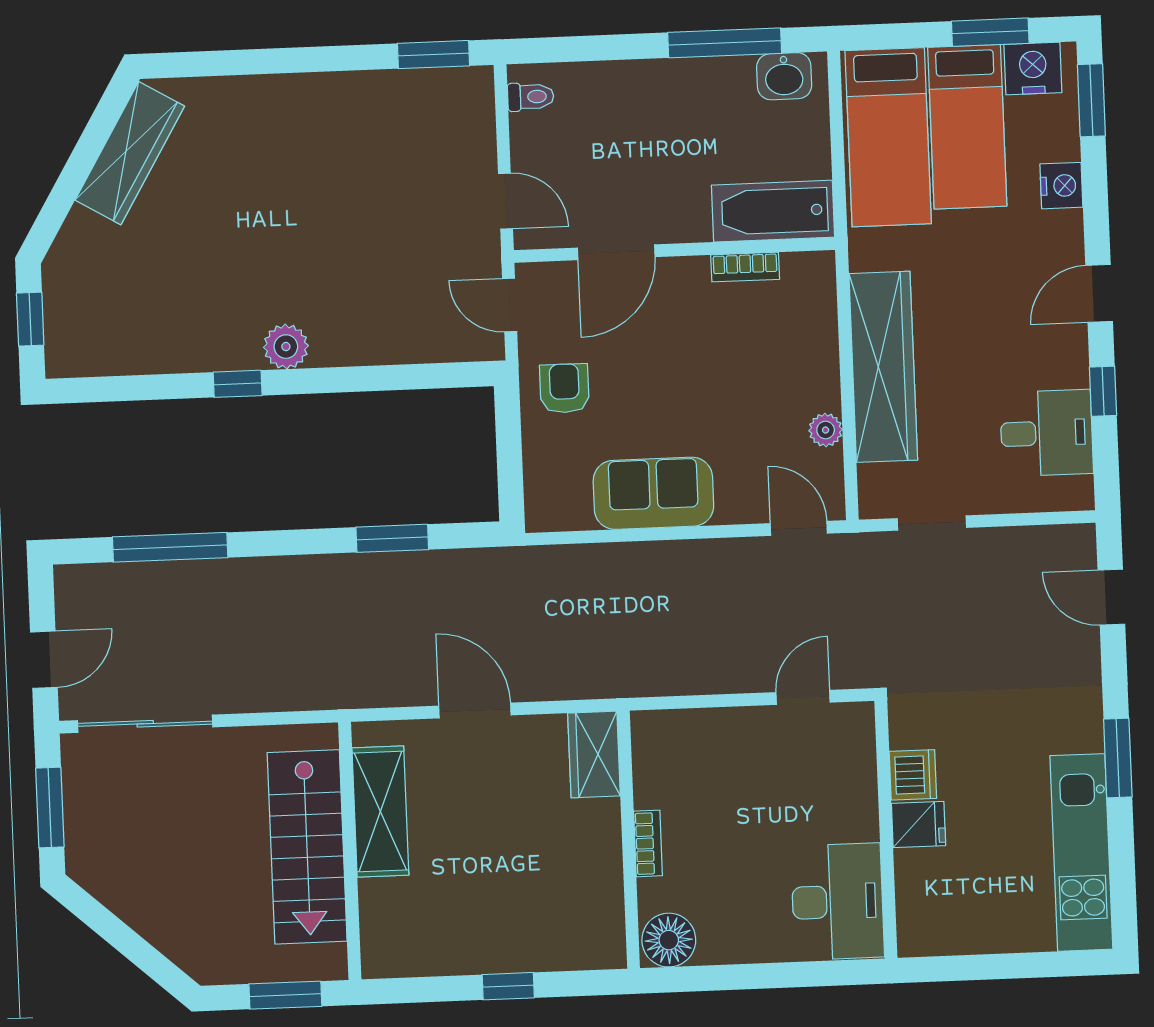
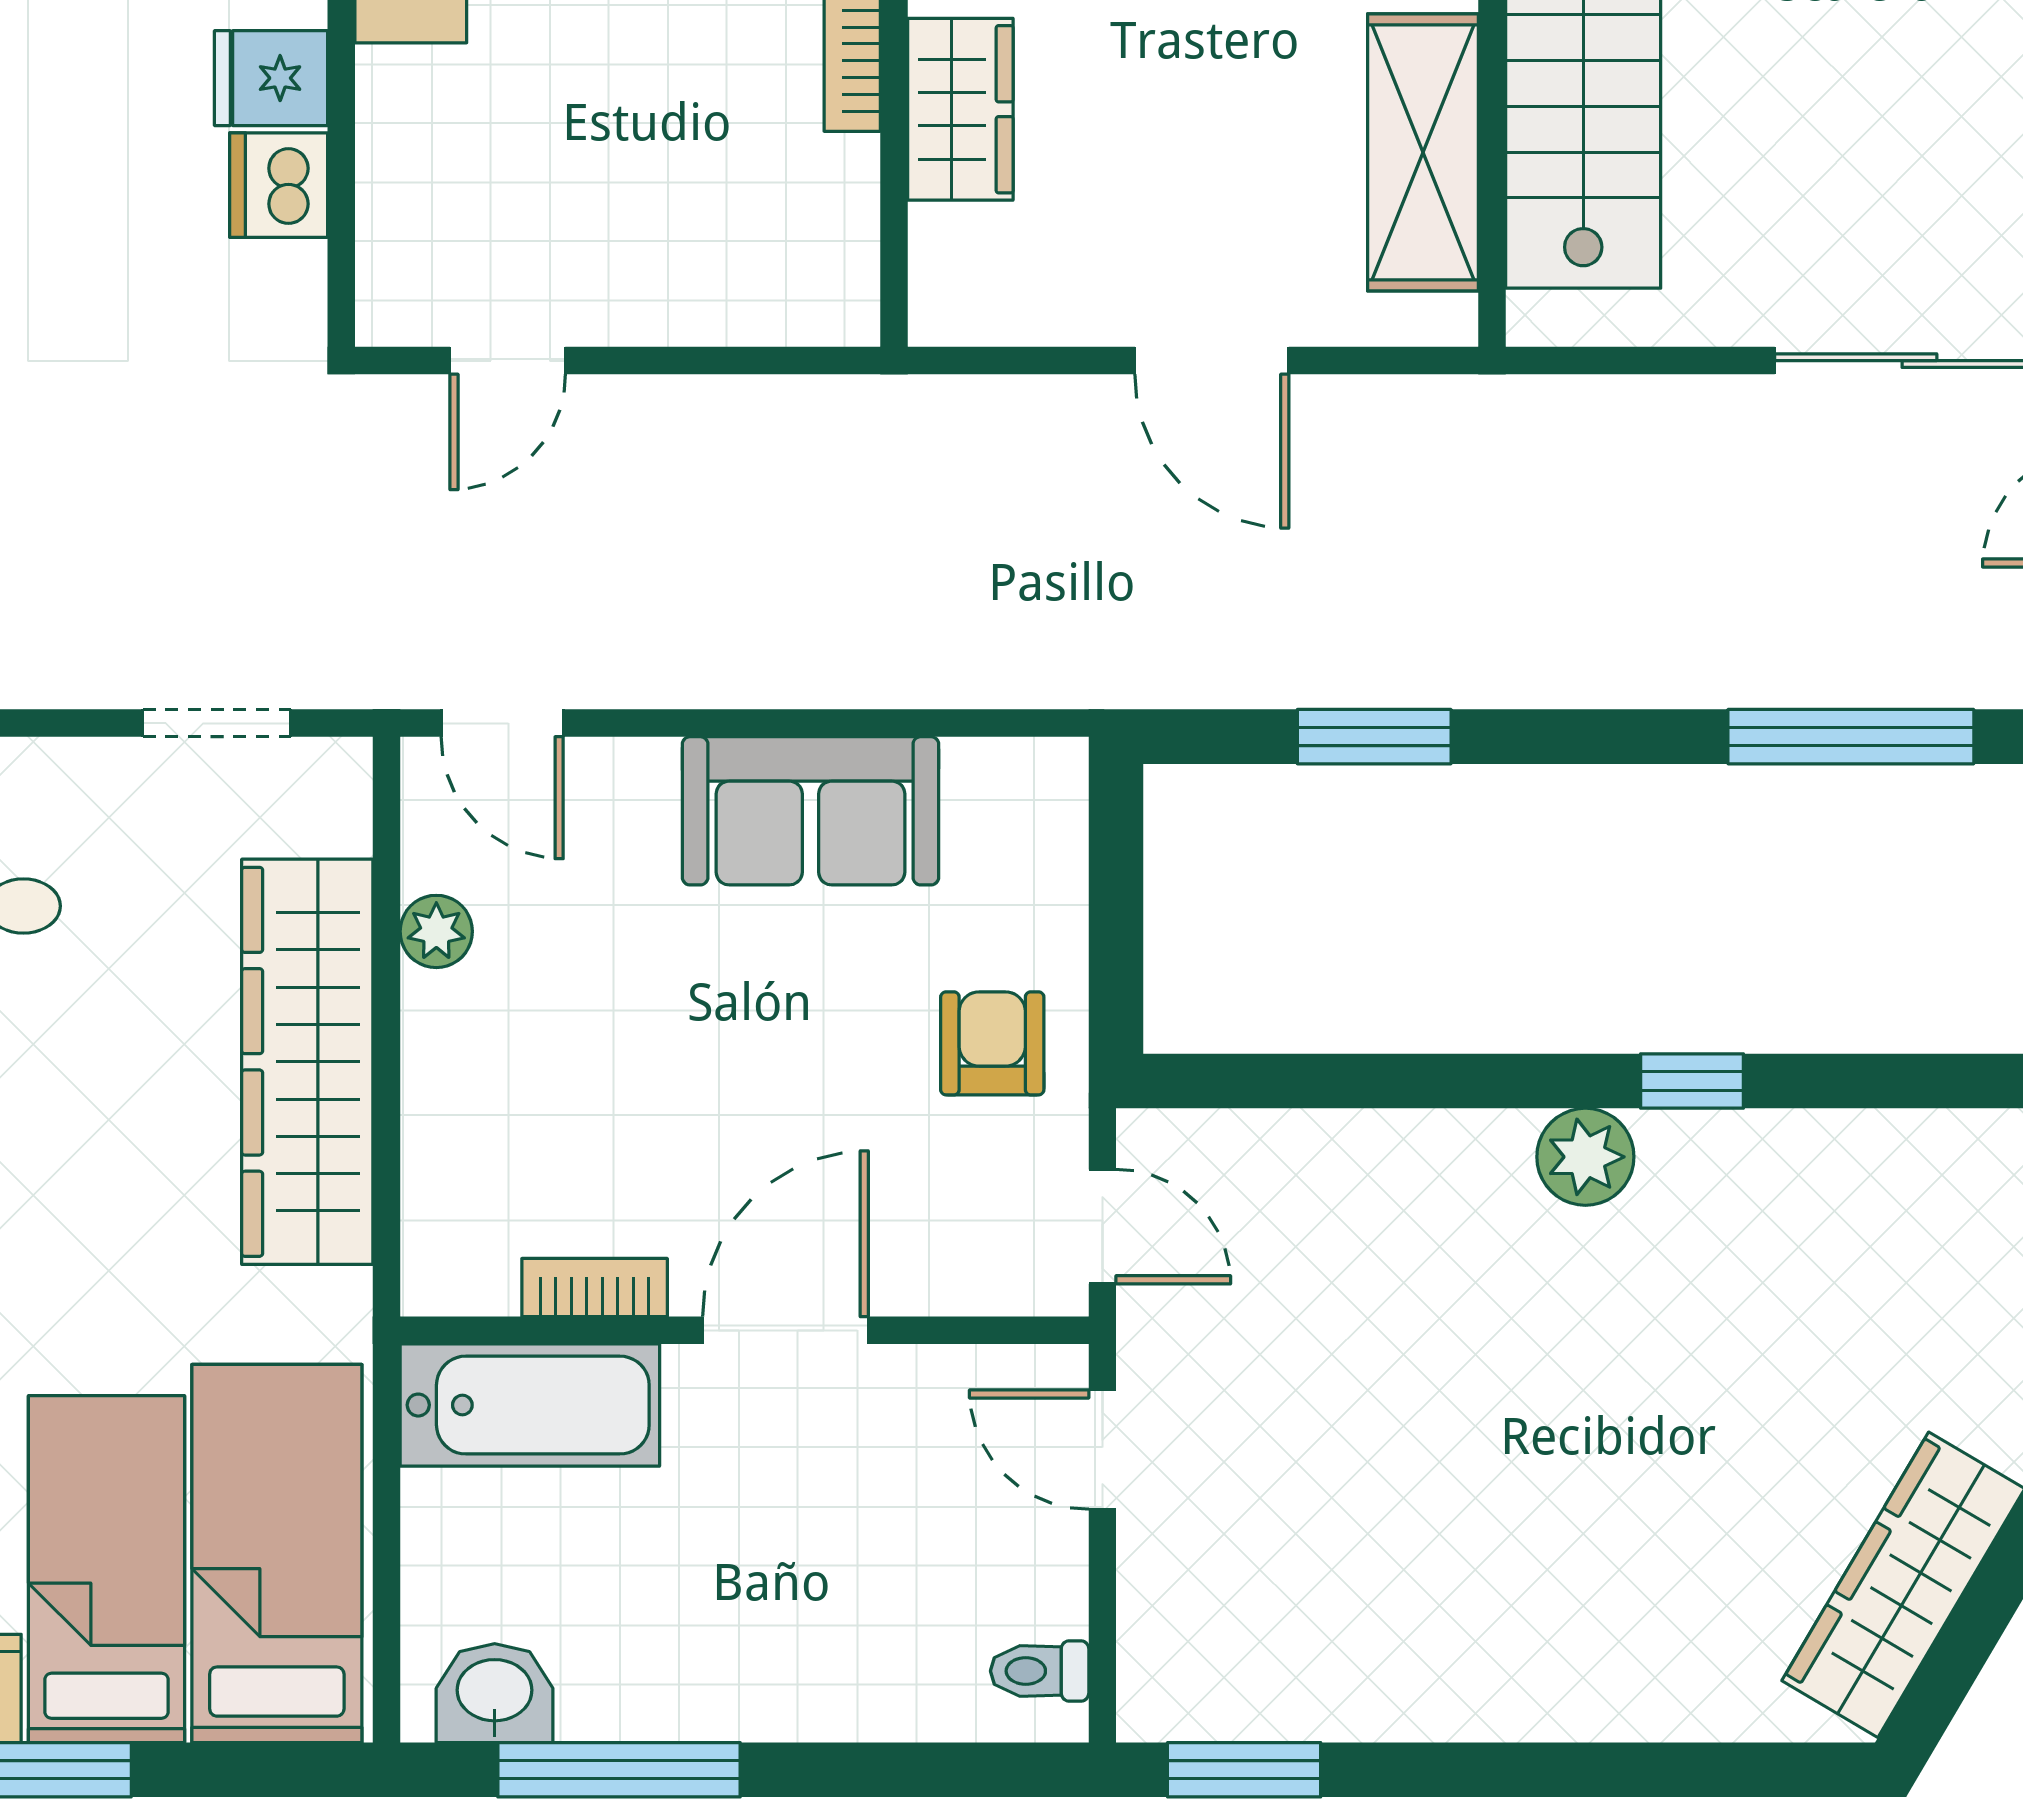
door: (616, 252) -> (785, 1330), moved
armchair: (564, 388) -> (992, 1043), turned 180
wardrobe: (594, 755) -> (960, 109), moved

